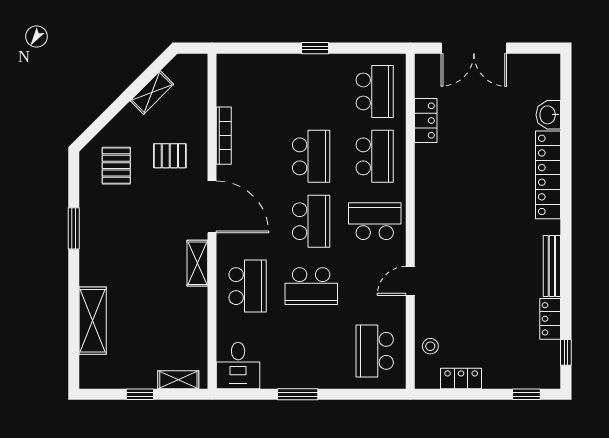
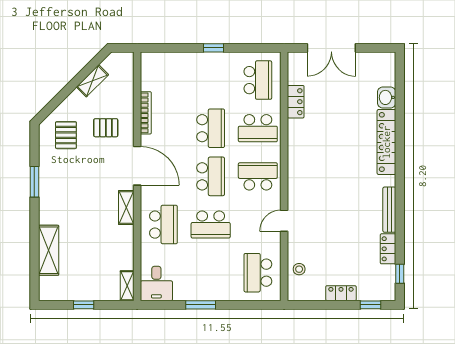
school desk: (375, 156) -> (258, 128), turned 90
locker: (461, 379) -> (341, 293), moved
shelving: (178, 380) -> (127, 286), moved, turned 90

